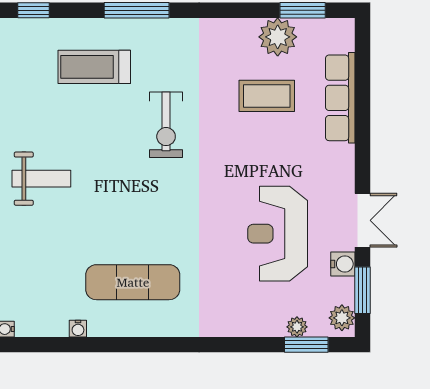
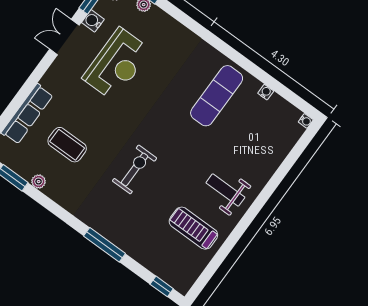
plant: (278, 37) -> (39, 182), width x0.53, depth x0.53
treadmill: (94, 67) -> (193, 228), moved, turned 180
exercise mat: (133, 282) -> (217, 96), turned 90

